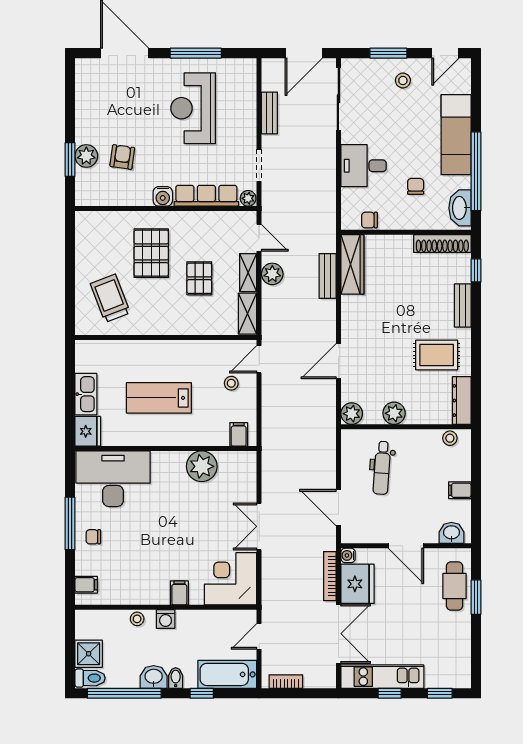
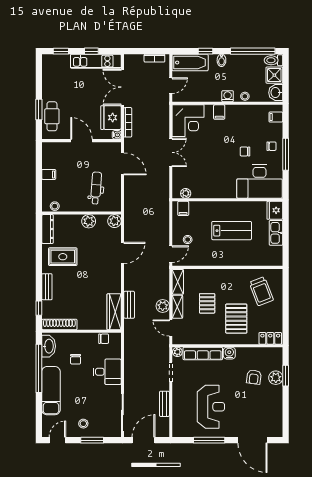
locker: (95, 221) -> (270, 338), added
plant: (202, 466) -> (186, 193), moved, width x0.53, depth x0.53
chair: (137, 528) -> (245, 152), added
washbasin: (451, 533) -> (54, 149), removed
washbasin: (154, 677) -> (276, 93), moved, turned 90

